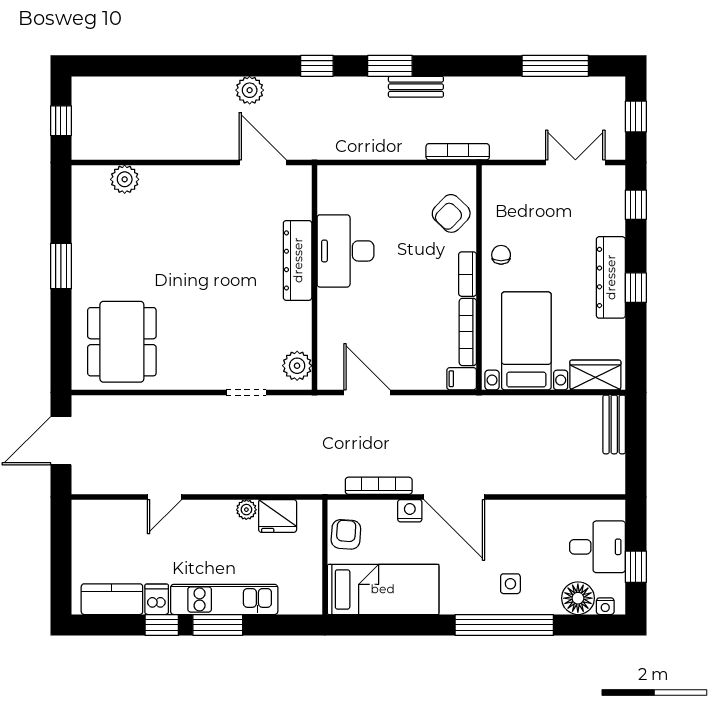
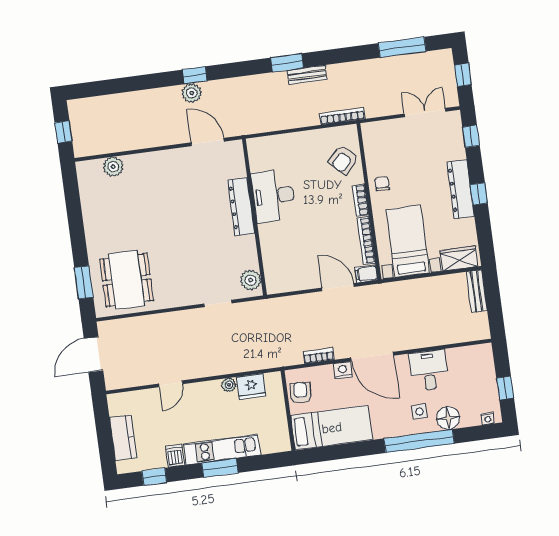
window: (317, 66) -> (195, 75), moved
window: (61, 266) -> (84, 282), moved
door: (367, 392) -> (338, 287), moved
bookcase: (379, 486) -> (319, 356), width x0.64
desk: (598, 547) -> (429, 370), moved, turned -90
floor lamp: (578, 598) -> (448, 418), moved
kitchen counter: (112, 599) -> (123, 438), moved, turned 90
window: (162, 625) -> (154, 477), moved

